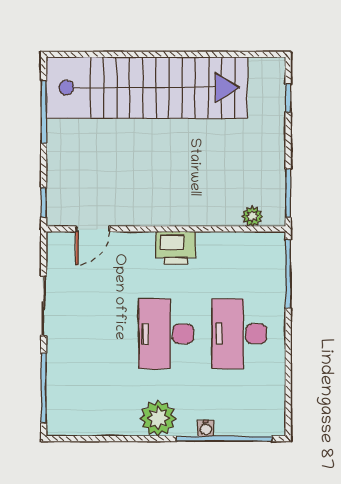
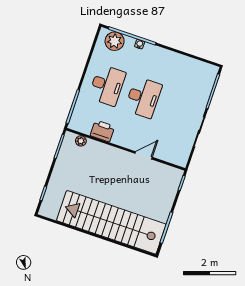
door: (93, 229) -> (144, 155), moved
printer: (176, 248) -> (102, 131), moved
plant: (158, 418) -> (115, 41), moved

